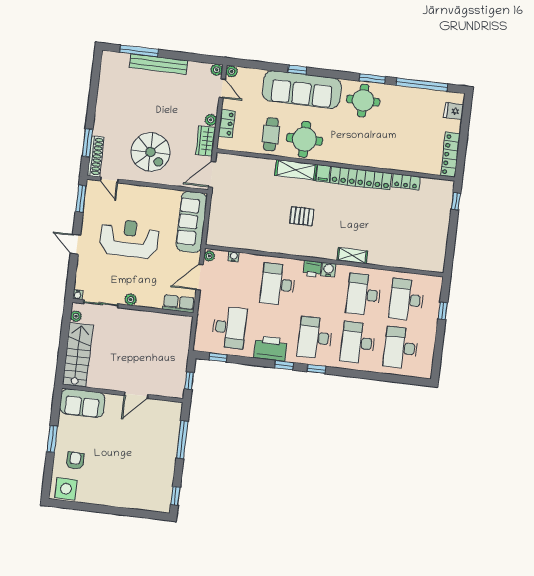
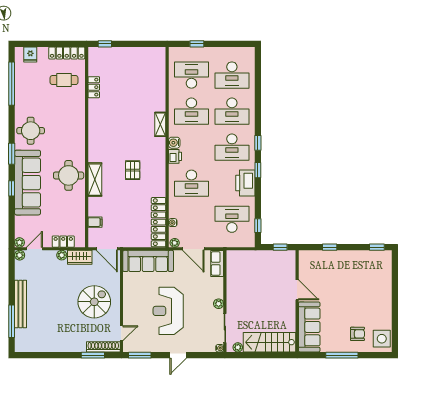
window: (372, 79) -> (12, 154), moved
cafe table: (271, 134) -> (64, 80), moved
filing cabinet: (323, 173) -> (95, 222), moved
locker: (361, 178) -> (159, 222), moved, turned 180
desk: (407, 300) -> (191, 75), turned 180
sofa: (82, 403) -> (309, 327), width x1.36
window: (52, 439) -> (342, 355), width x1.44
window: (182, 440) -> (330, 247), width x0.46
armchair: (75, 461) -> (357, 334), turned 180

